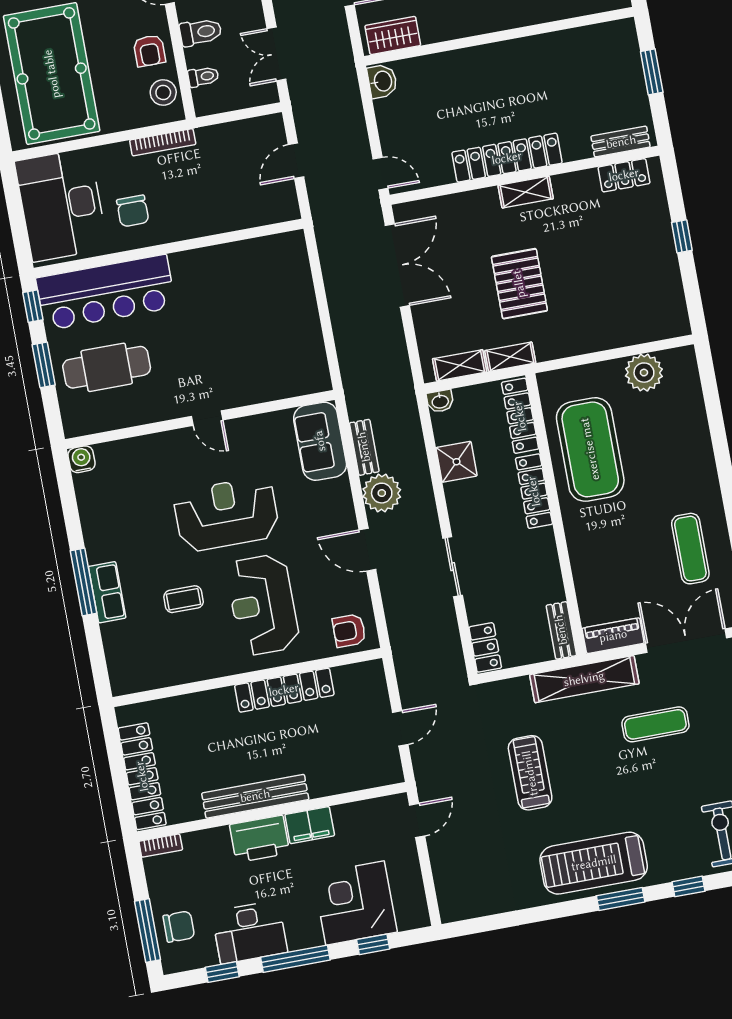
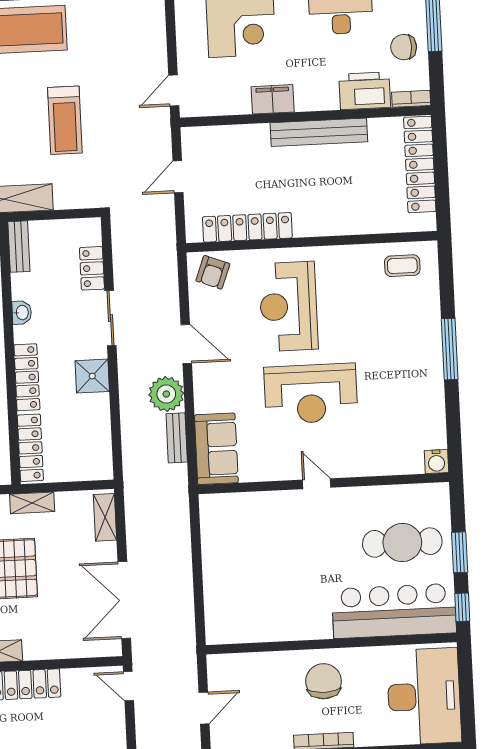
chair: (133, 211) -> (324, 681), moved, width x1.37, depth x1.37
shelving: (460, 365) -> (105, 517), moved, turned 90
washbasin: (440, 401) -> (22, 313), moved, turned 90
shower: (457, 462) -> (92, 376), moved
row of seats: (107, 592) -> (429, 337), removed
coffee table: (184, 599) -> (402, 266), moved
reception desk: (263, 605) -> (289, 306), turned 180
armchair: (349, 631) -> (213, 272), turned 111
locker: (485, 647) -> (92, 268), moved
locker: (284, 690) -> (247, 227), moved
printer: (260, 839) -> (365, 91), moved
chair: (179, 927) -> (404, 47), moved

